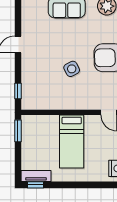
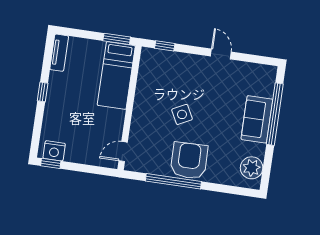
bed: (72, 142) -> (116, 75), moved, turned -90
window: (36, 185) -> (43, 92), moved

